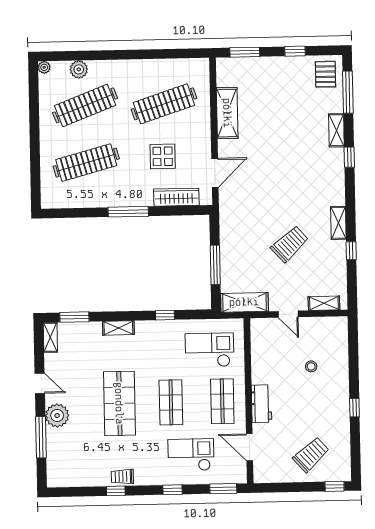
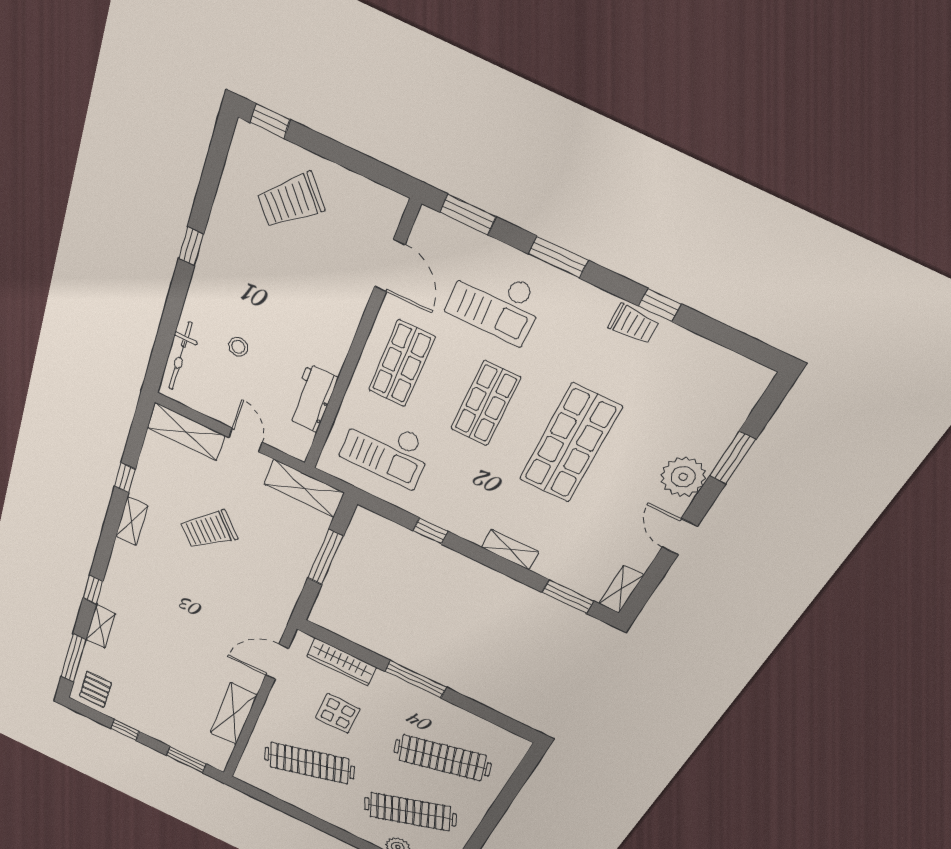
shelving: (324, 303) -> (186, 432), width x1.50, depth x1.33
bicycle: (341, 345) -> (180, 356), added
workbench: (262, 404) -> (312, 398), moved
window: (41, 437) -> (732, 458), width x0.69
window: (173, 490) -> (558, 257), width x1.50

